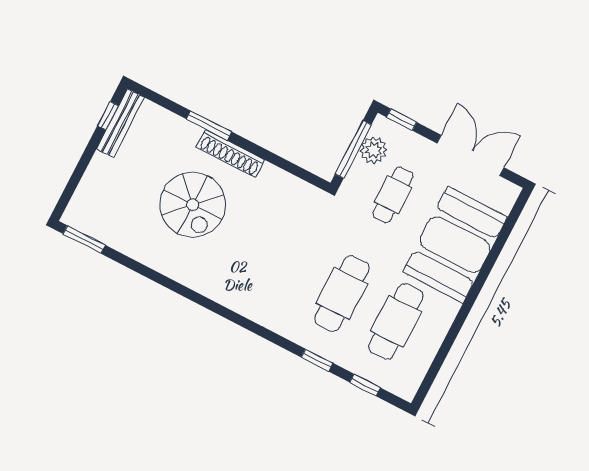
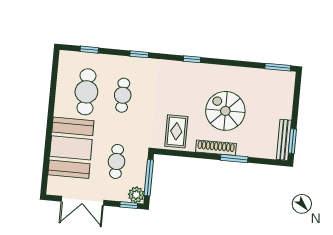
window: (108, 116) -> (292, 141), width x1.50
plant: (374, 150) -> (136, 195), moved
rug: (282, 204) -> (176, 131), added
cafe table: (342, 293) -> (123, 95), width x0.73, depth x0.74
window: (212, 306) -> (192, 59), added
window: (317, 360) -> (139, 54), moved

